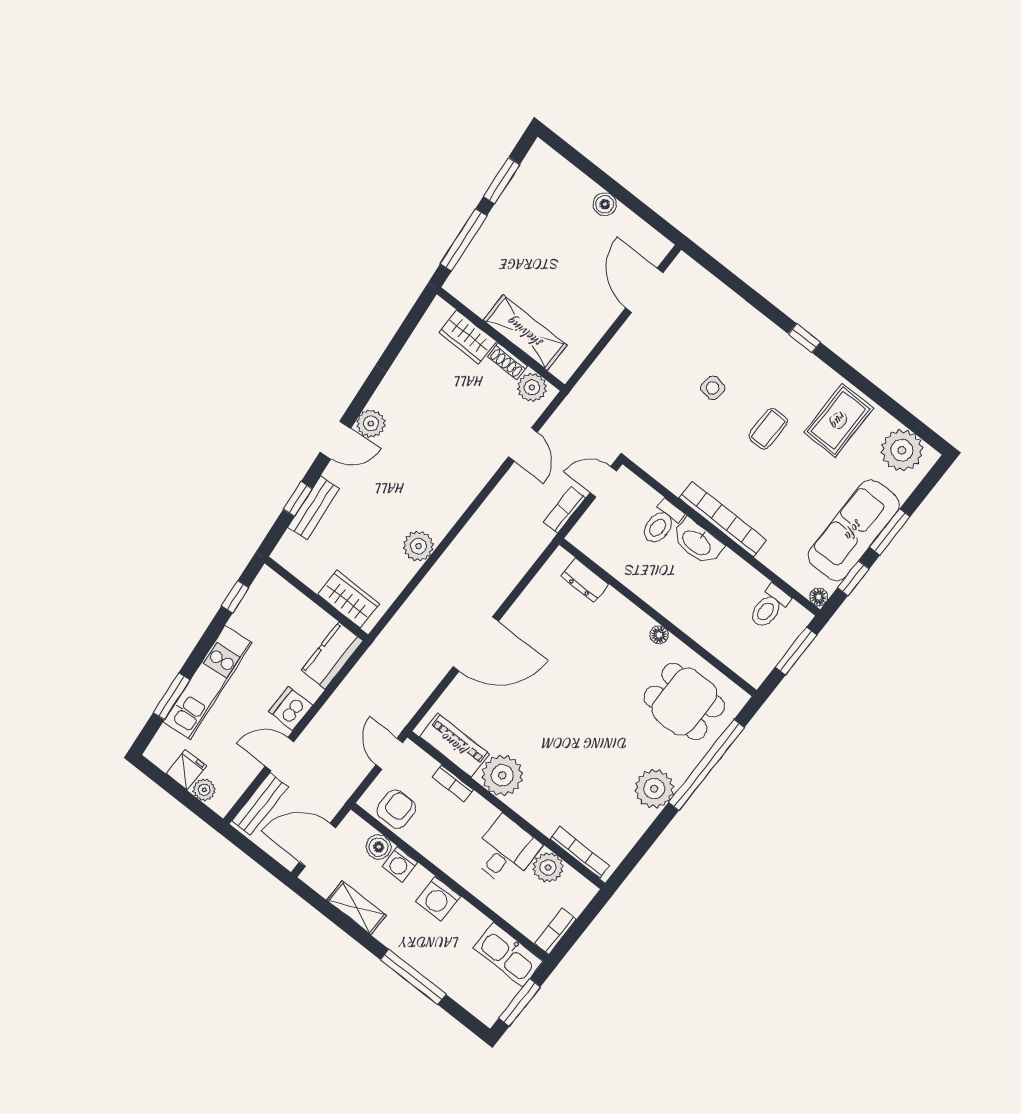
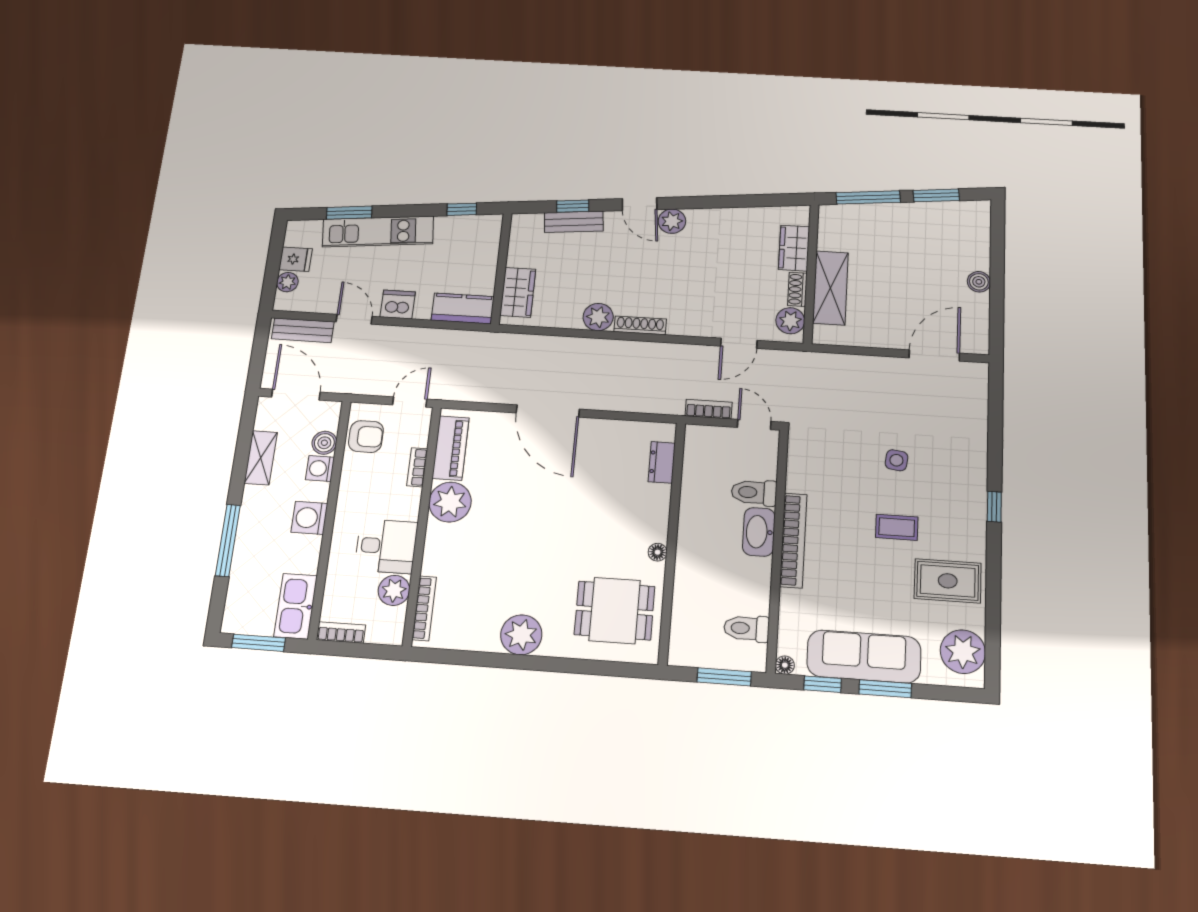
shoe rack: (450, 516) -> (640, 325), added
dining table: (684, 701) -> (615, 610), turned 90
window: (706, 765) -> (572, 666), removed

